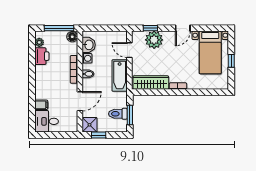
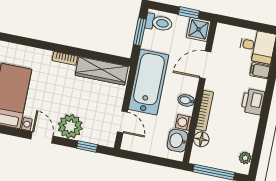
door: (183, 28) -> (42, 137), hinge flipped
floor lamp: (72, 37) -> (201, 139), moved
plant: (154, 40) -> (70, 126), moved
printer: (42, 56) -> (253, 102), moved
bathtub: (120, 75) -> (148, 82), width x1.36, depth x1.36
toilet: (118, 114) -> (159, 23), moved

